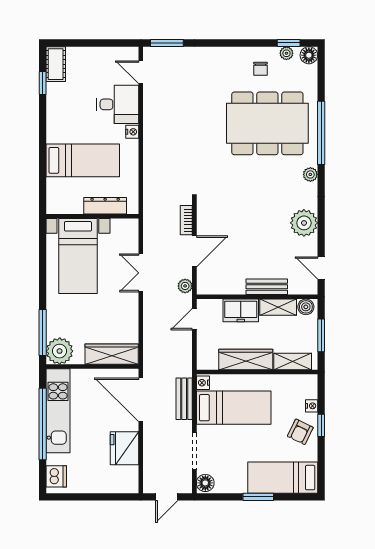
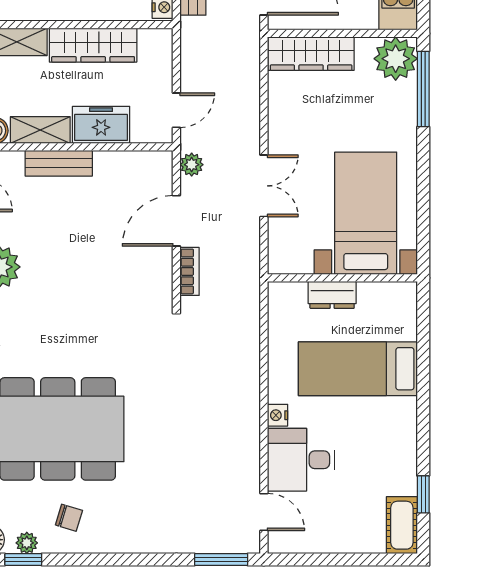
chair: (260, 69) -> (69, 518), turned 107
dresser: (105, 206) -> (332, 295), width x0.70

